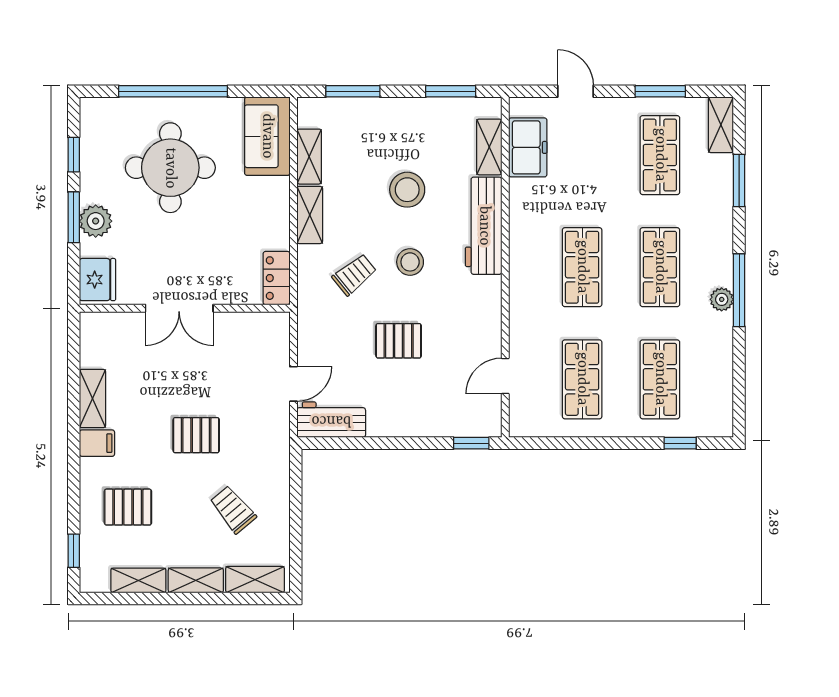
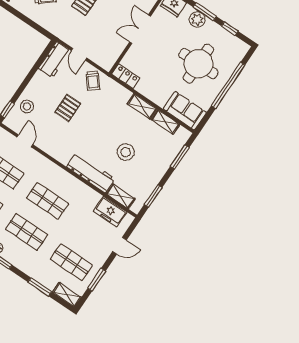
stool: (410, 262) -> (27, 106), moved
trolley: (354, 275) -> (93, 81), moved

